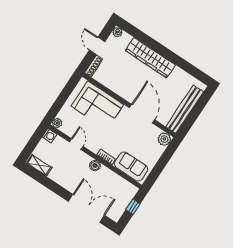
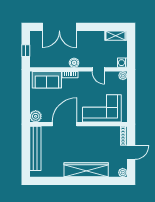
door: (97, 46) -> (131, 152), hinge flipped
door: (142, 114) -> (65, 124), swing flipped

